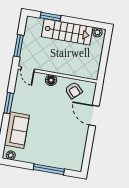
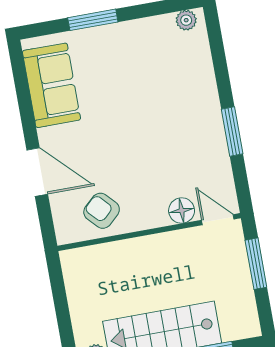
floor lamp: (51, 80) -> (182, 211), moved
sofa: (17, 130) -> (51, 85), moved, turned 180
window: (49, 169) -> (93, 20), width x0.69

